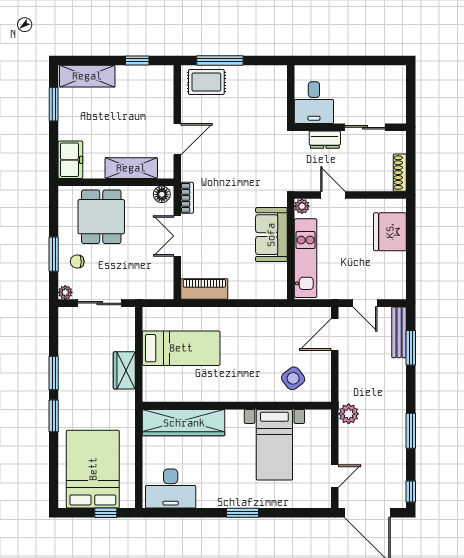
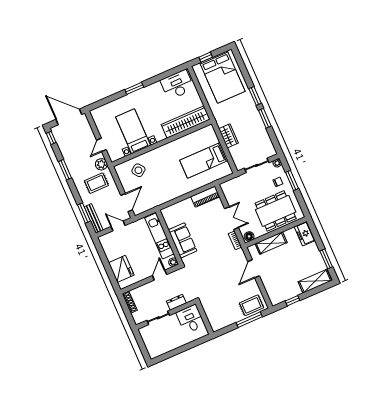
door: (333, 195) -> (160, 275), swing flipped
dining table: (101, 217) -> (276, 211), width x1.38
rug: (370, 387) -> (96, 183), added
door: (335, 476) -> (101, 145), moved

